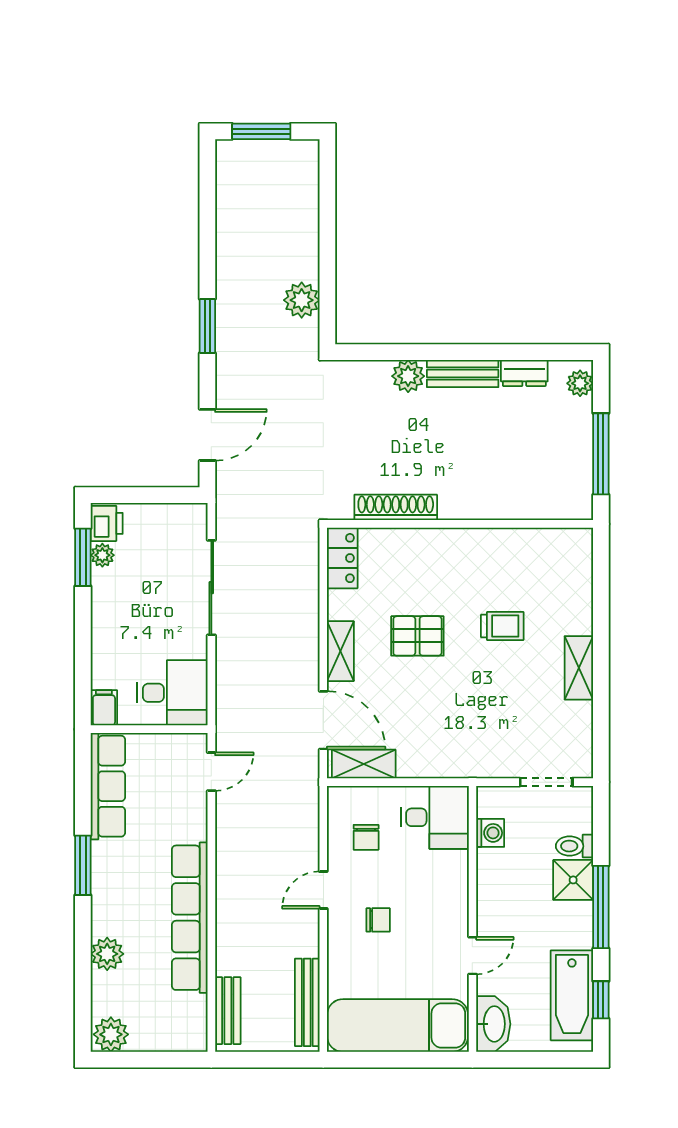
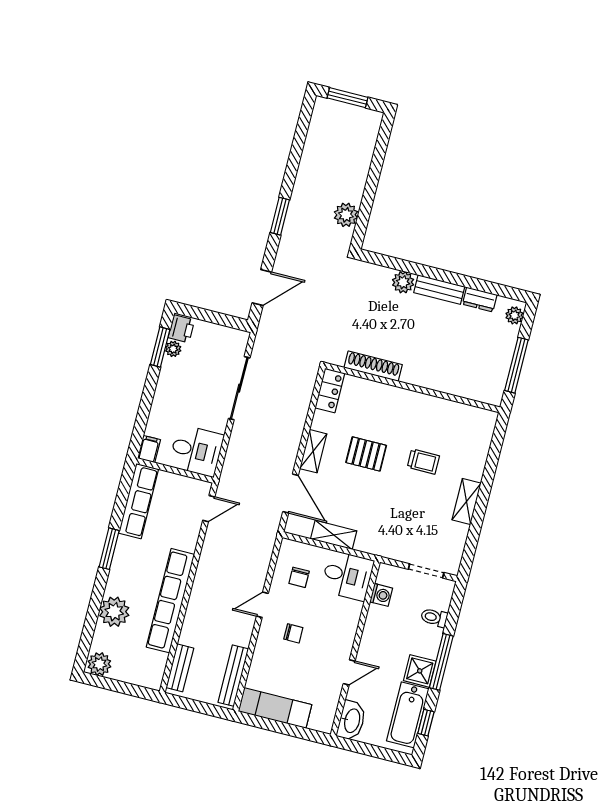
shelving: (364, 764) -> (334, 535), moved
shower: (573, 880) -> (420, 671), moved
plant: (107, 954) -> (114, 612), width x1.36, depth x1.36
exam couch: (398, 1026) -> (275, 708), width x0.73, depth x0.69

